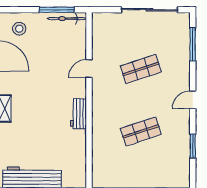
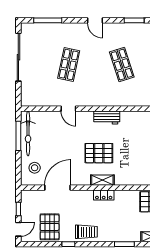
bicycle: (67, 19) -> (28, 133), width x1.37, depth x1.40
shop shelf: (141, 69) -> (69, 65), turned 30
pallet: (36, 104) -> (99, 153), added

